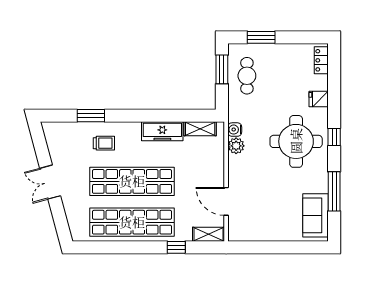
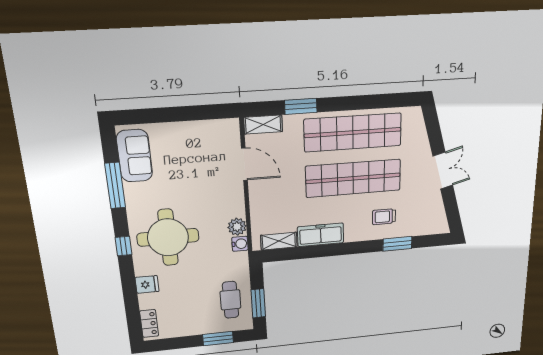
window: (176, 247) -> (301, 106), width x1.50

